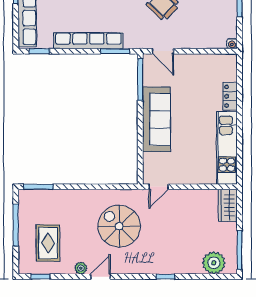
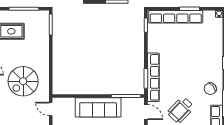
row of seats: (88, 41) -> (153, 77), moved
door: (163, 51) -> (146, 112), swing flipped
spiral stairs: (119, 226) -> (23, 81), turned 180

